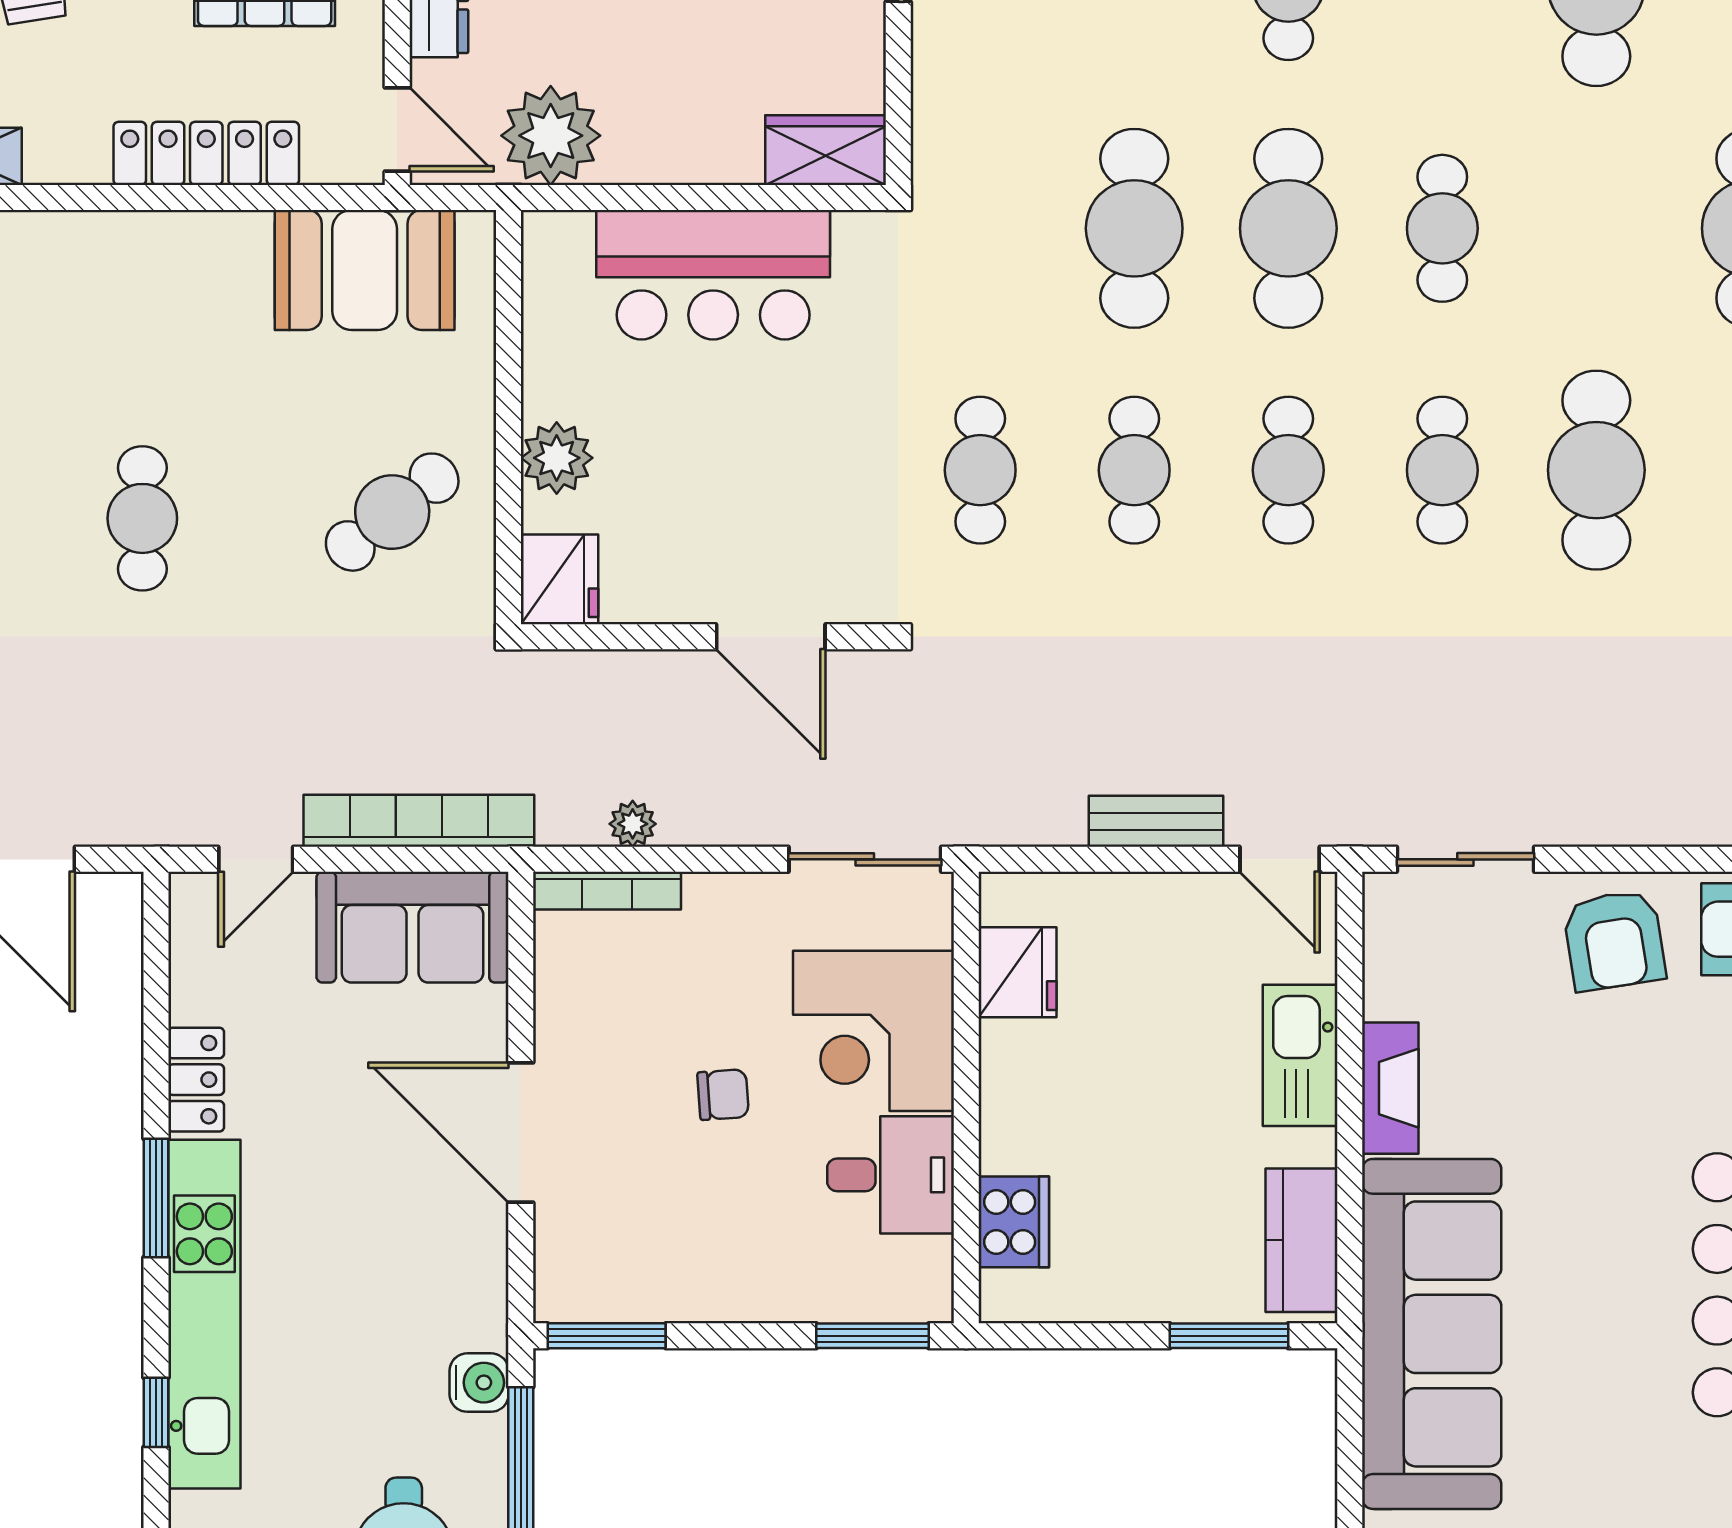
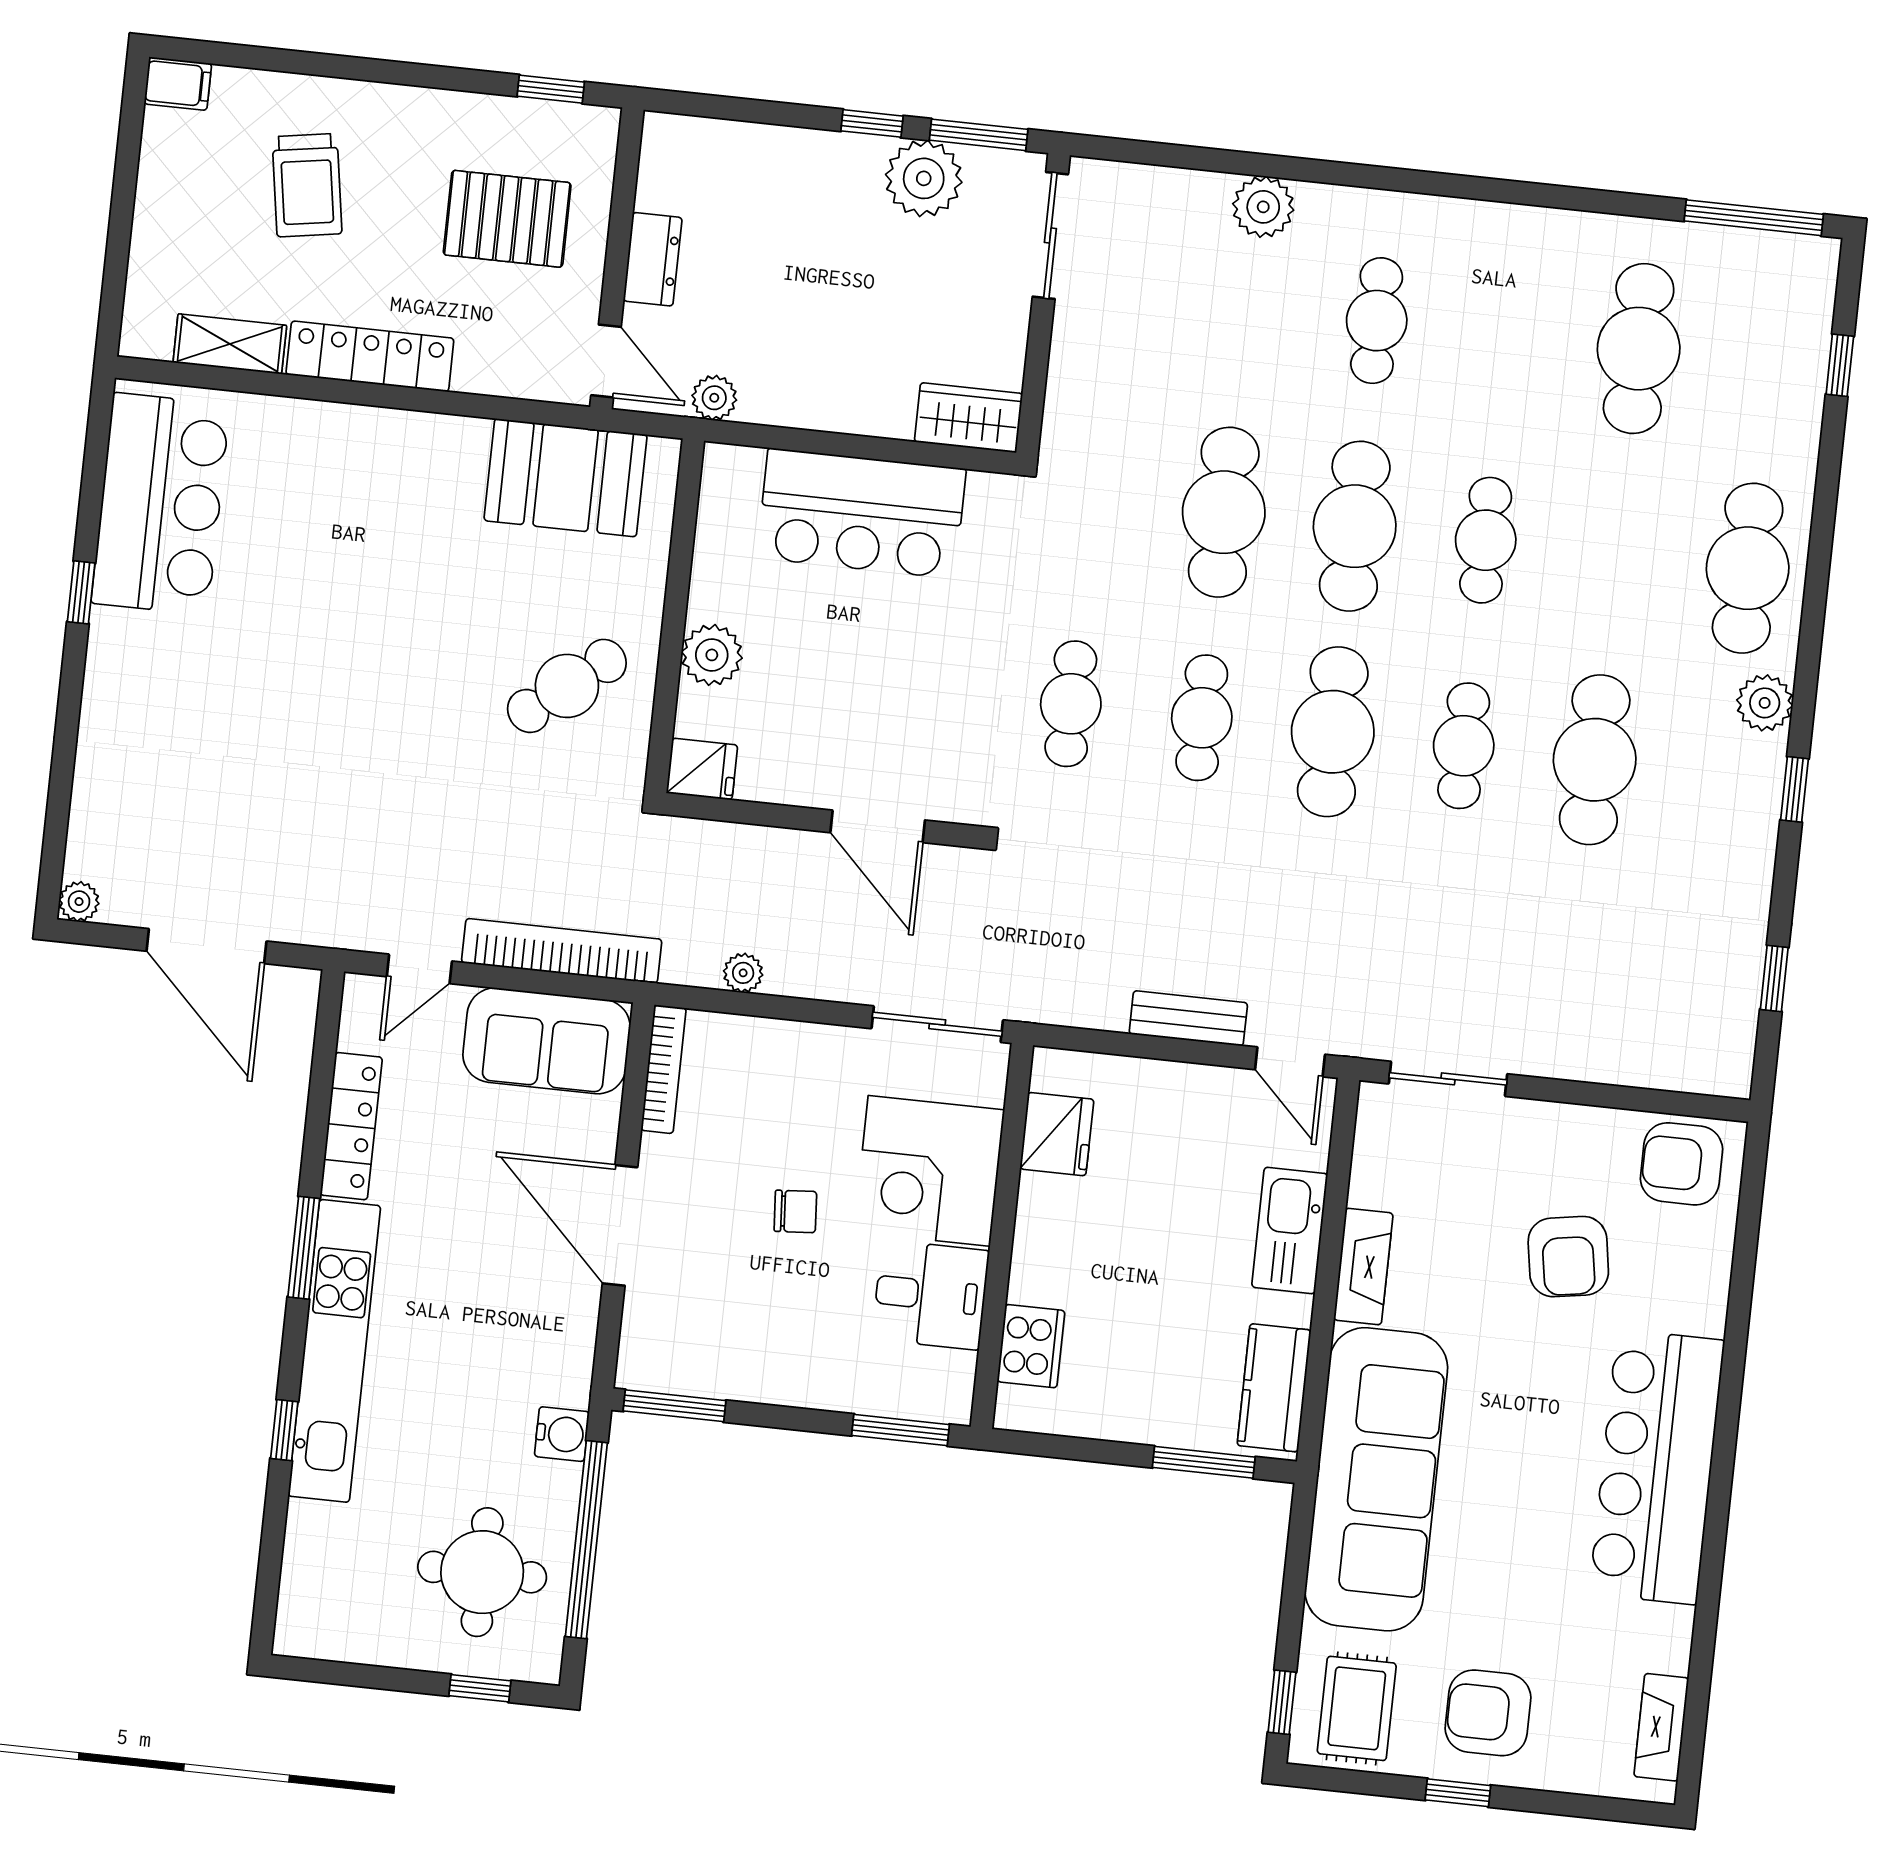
plant: (551, 136) -> (714, 398), width x0.53, depth x0.53
locker: (206, 153) -> (370, 356), moved
cafe table: (1288, 470) -> (1333, 732), width x1.37, depth x1.35
cafe table: (142, 518) -> (354, 669), removed
fridge: (560, 579) -> (702, 769), width x0.72
bookcase: (607, 891) -> (664, 1069), moved, turned -90
armchair: (1614, 940) -> (1568, 1257), moved
locker: (196, 1080) -> (351, 1126), width x1.53

